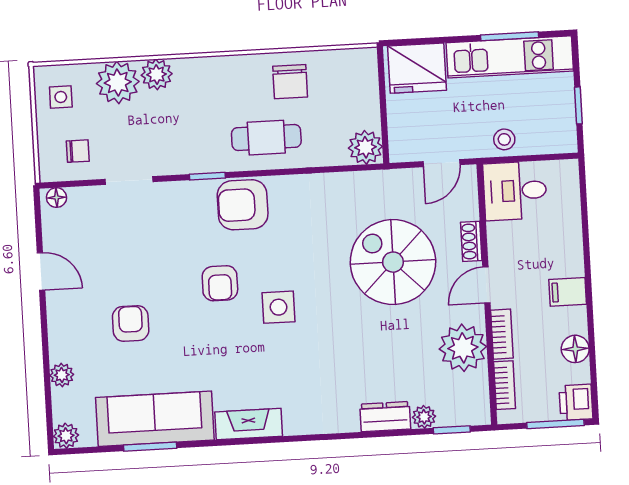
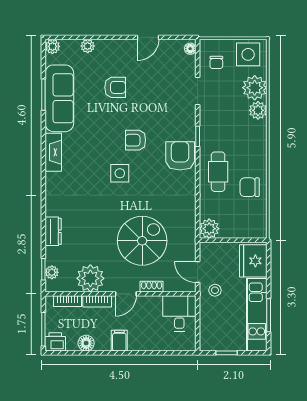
side table: (61, 97) -> (248, 54), width x1.87, depth x1.87
stool: (504, 139) -> (215, 290), moved
door: (486, 285) -> (126, 294), swing flipped
plant: (424, 417) -> (52, 272), moved

